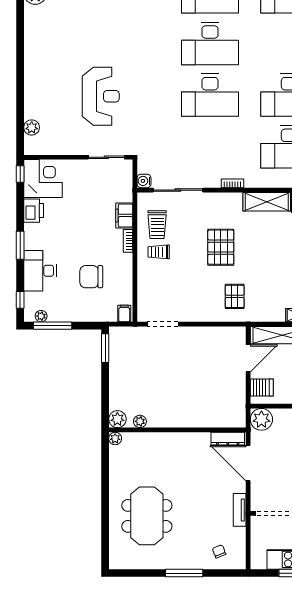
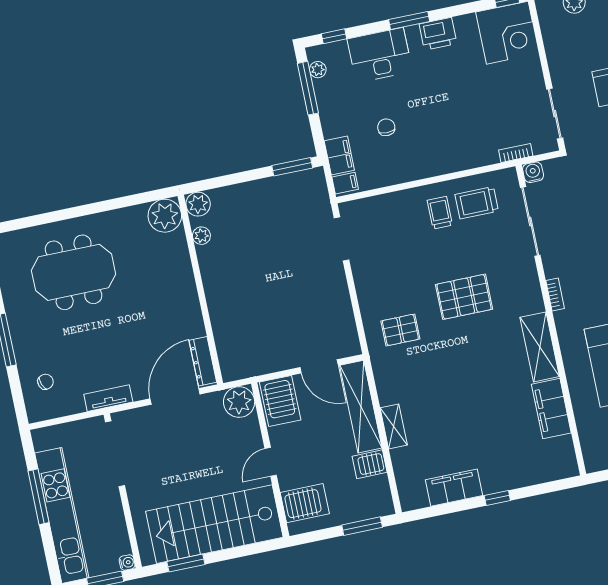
printer: (34, 211) -> (438, 34), moved
filing cabinet: (124, 215) -> (339, 156), moved, turned 90
bookcase: (128, 241) -> (516, 153), moved
chair: (91, 277) -> (386, 127), width x0.54, depth x0.54
server rack: (262, 387) -> (280, 401), width x1.36, depth x1.44
plant: (115, 439) -> (165, 216), width x1.88, depth x1.88

